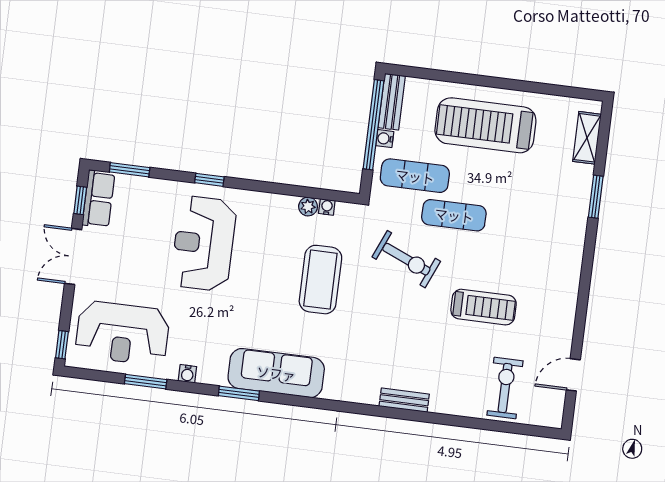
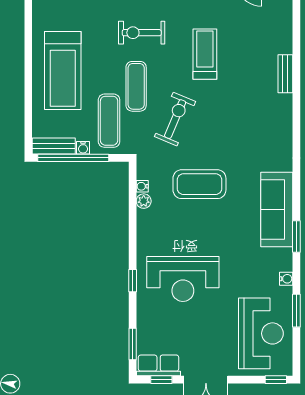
exercise bike: (505, 388) -> (142, 33), moved
bench: (404, 400) -> (285, 74), moved

